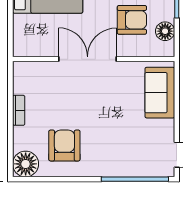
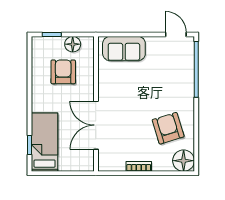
double door: (88, 59) -> (96, 125), moved
armchair: (64, 146) -> (168, 128), turned 73

